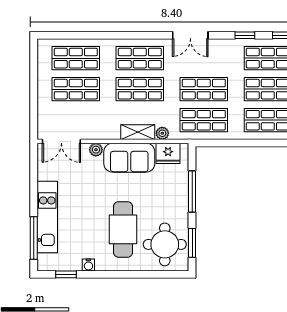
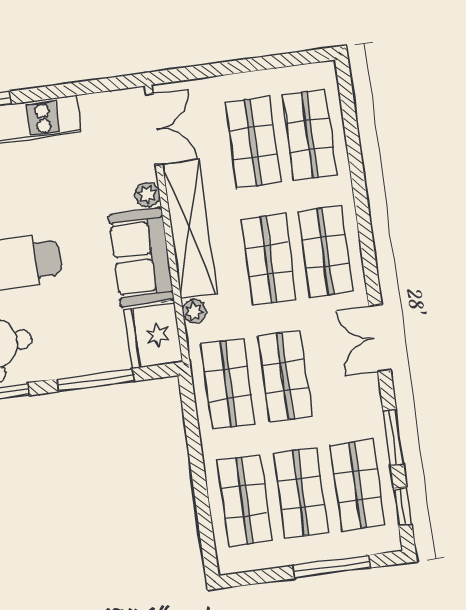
window: (245, 35) -> (393, 438), width x1.50
shelving: (138, 132) -> (190, 229), width x2.20, depth x1.33
double door: (61, 141) -> (154, 129), swing flipped
fridge: (168, 153) -> (154, 336), width x1.36, depth x1.34

